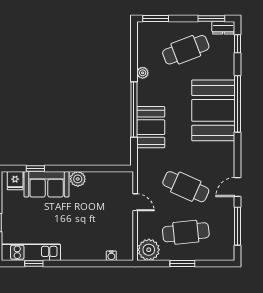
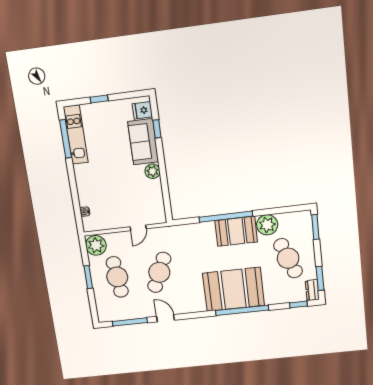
plant: (143, 73) -> (267, 225), width x1.88, depth x1.88
booth: (151, 127) -> (236, 231), moved
window: (34, 263) -> (66, 139), width x2.17

